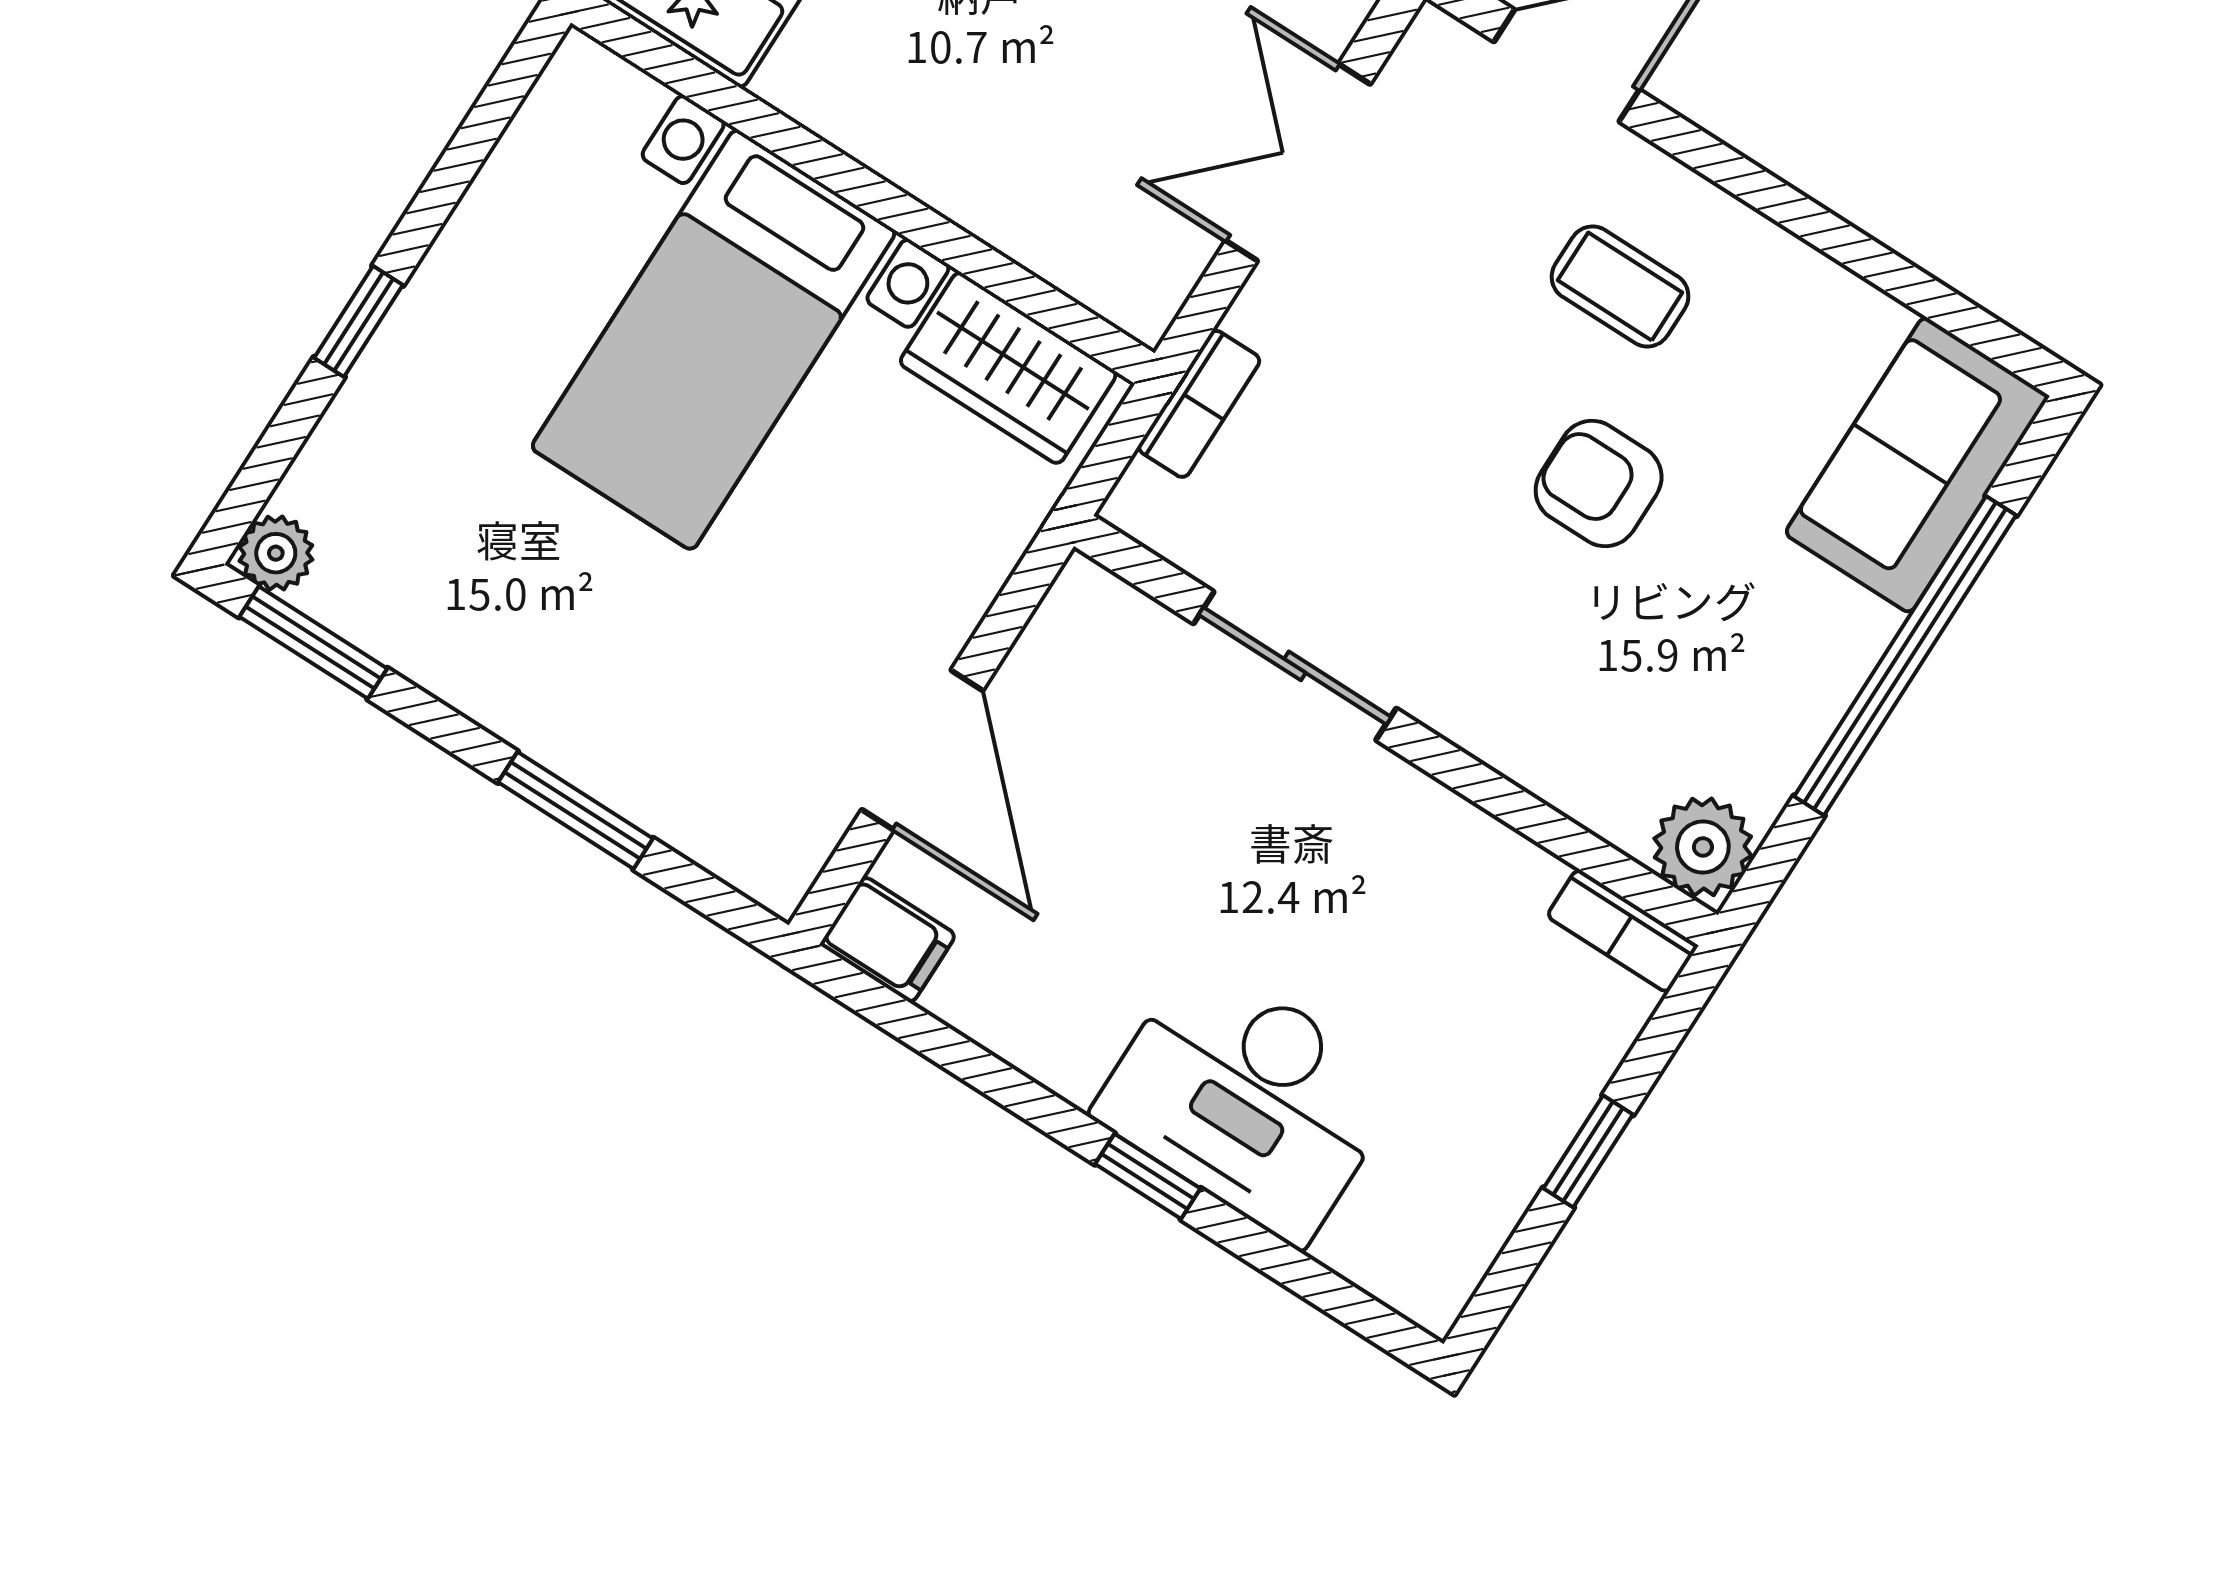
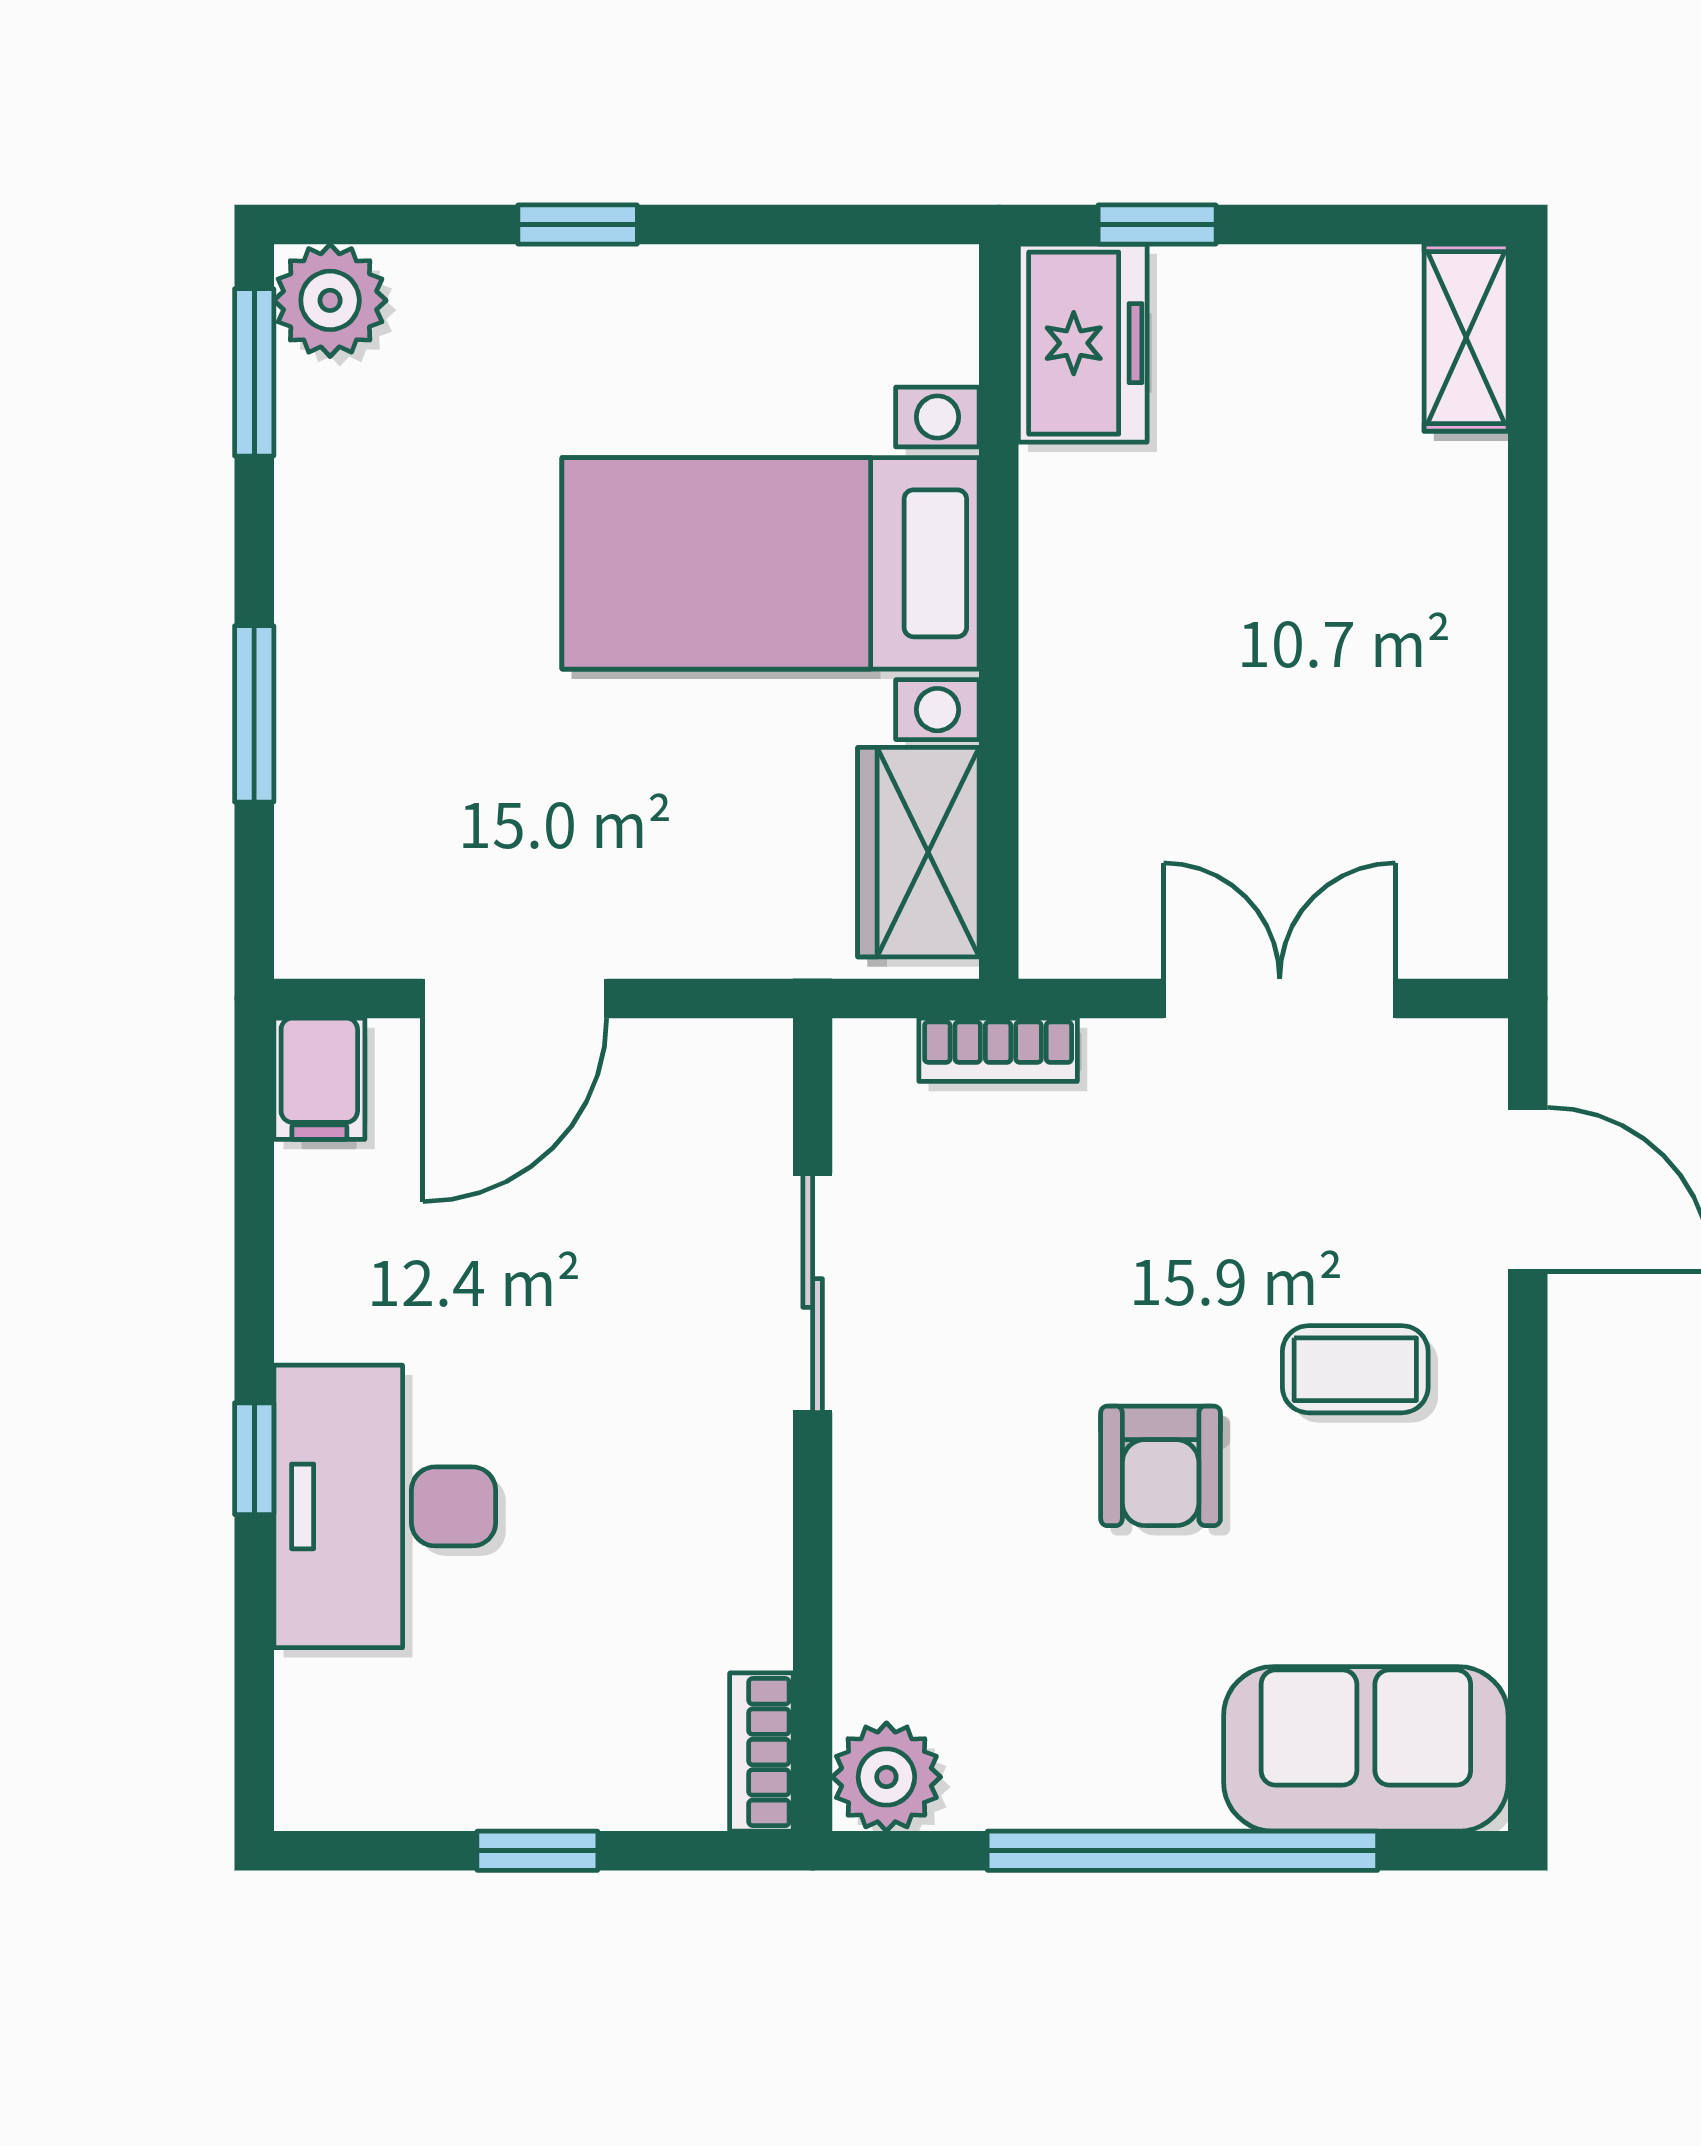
coffee table: (1620, 286) -> (1355, 1369), turned 90
armchair: (1599, 484) -> (1161, 1466), turned 180
plant: (276, 553) -> (330, 300), width x1.38, depth x1.38

